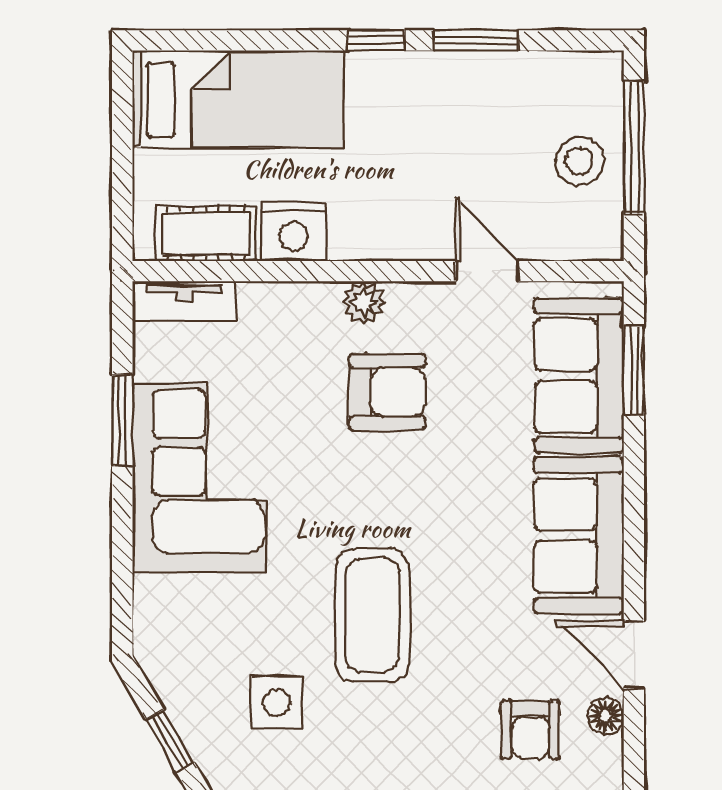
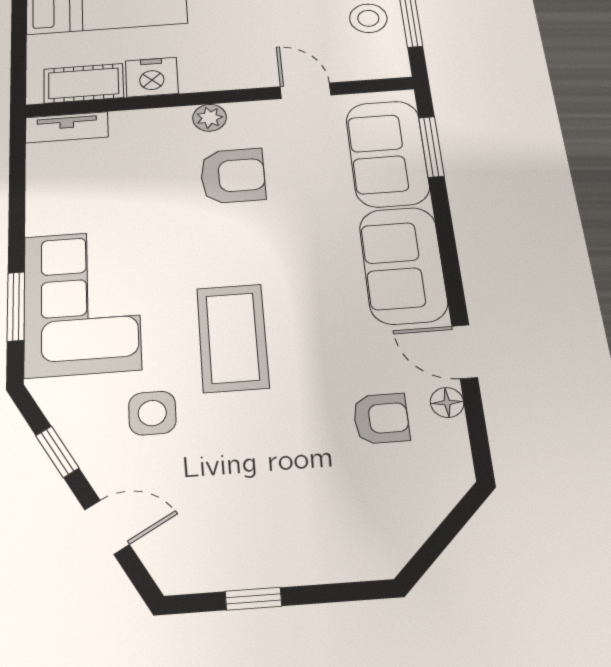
window: (122, 420) -> (16, 306), moved
corner sofa: (200, 478) -> (82, 302), moved
armchair: (530, 730) -> (381, 418), turned -90

